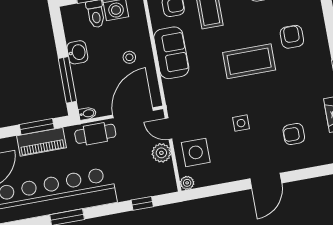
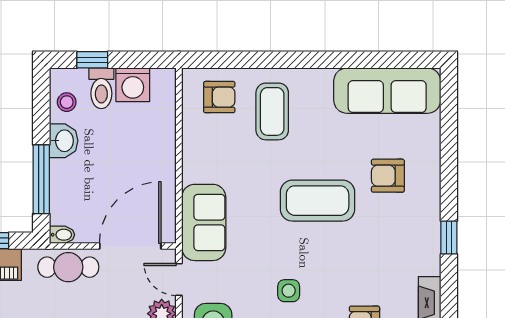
armchair: (292, 37) -> (388, 176), turned -90
sofa: (171, 53) -> (204, 222), moved
stool: (129, 57) -> (67, 102), moved

